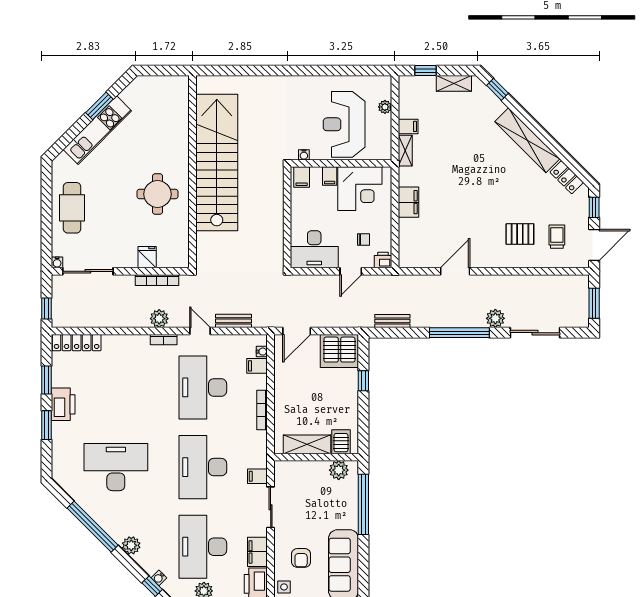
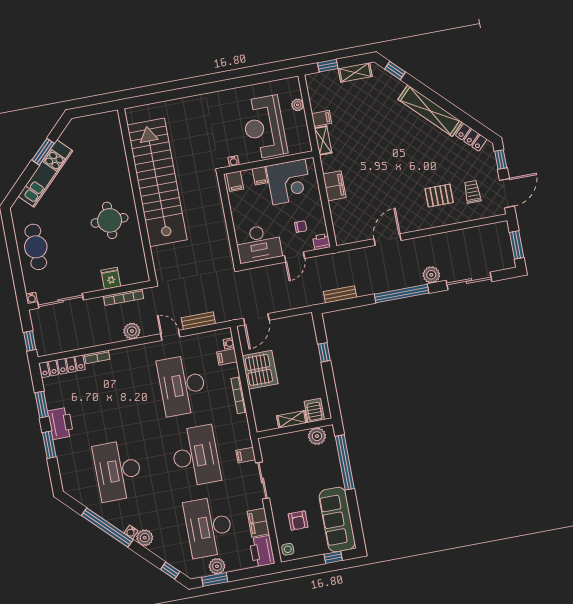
bookcase: (164, 340) -> (97, 357), moved
server rack: (339, 351) -> (260, 370), moved, turned -90
shelving: (307, 444) -> (292, 419), width x0.67, depth x0.75
desk: (116, 467) -> (118, 471), turned -90
desk: (203, 467) -> (195, 456), turned 180
water cooler: (159, 578) -> (131, 532), moved

